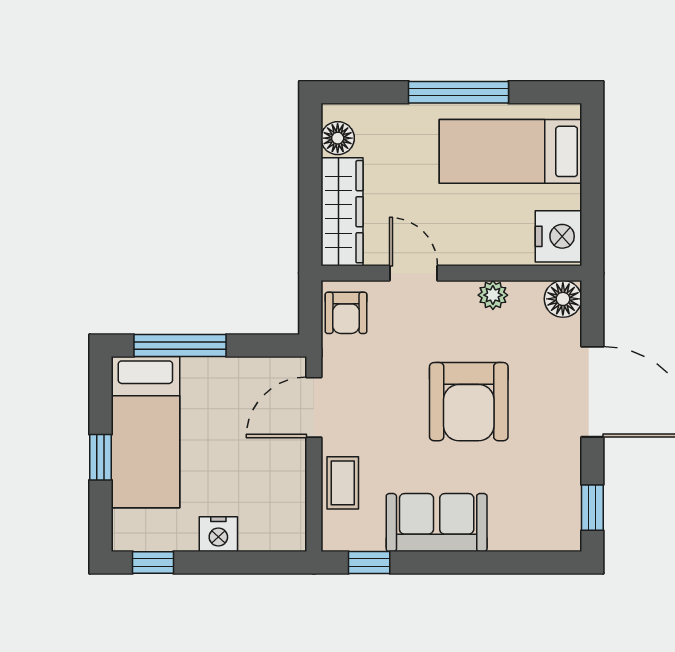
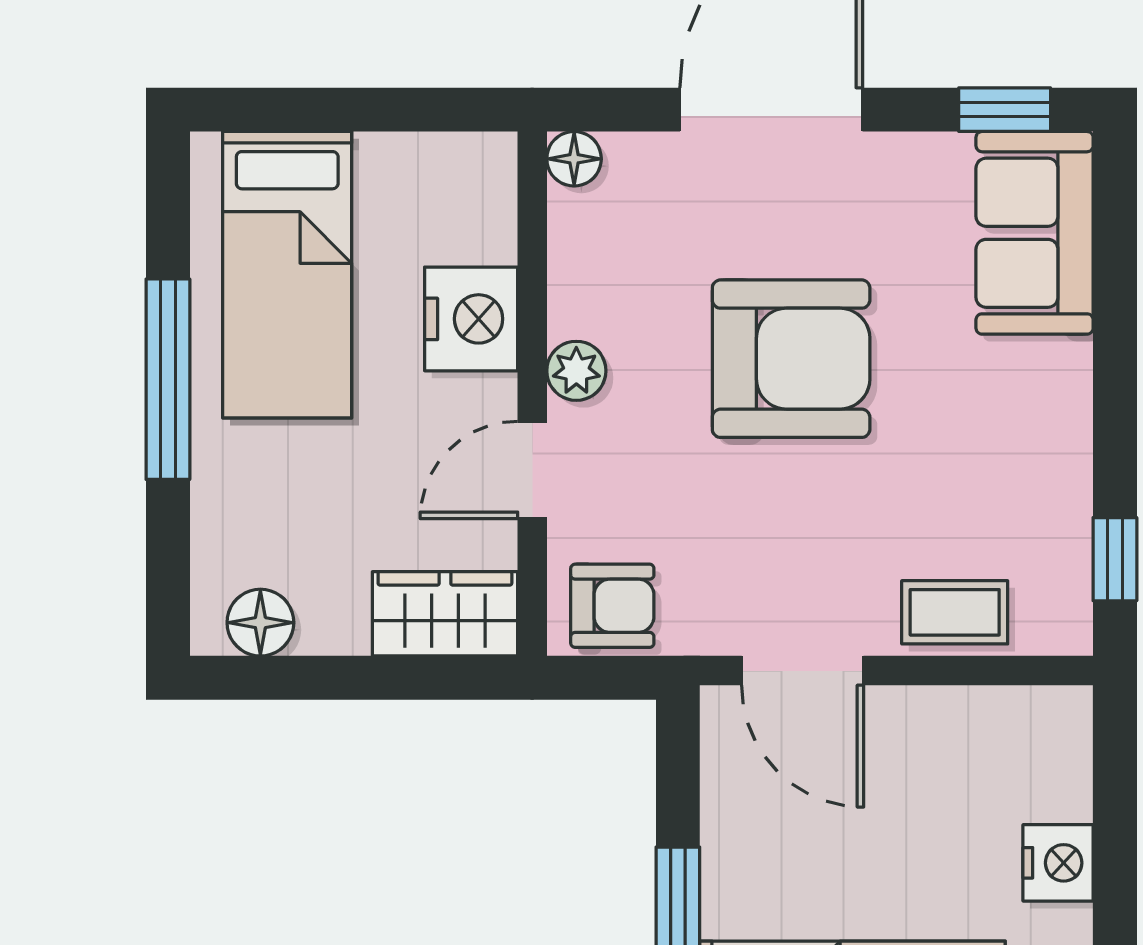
wardrobe: (342, 212) -> (445, 614), width x0.67
nightstand: (558, 236) -> (471, 319), moved, turned 90
plant: (493, 295) -> (576, 371), moved
floor lamp: (563, 299) -> (574, 159), width x0.73, depth x0.73
sofa: (437, 523) -> (1035, 233), moved

